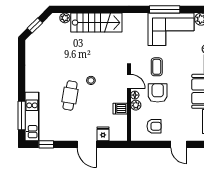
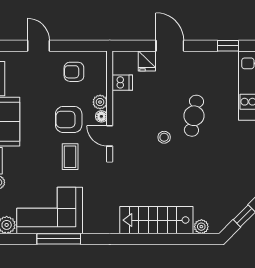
armchair: (158, 93) -> (69, 119), turned 90
dishwasher: (120, 109) -> (122, 83), moved

